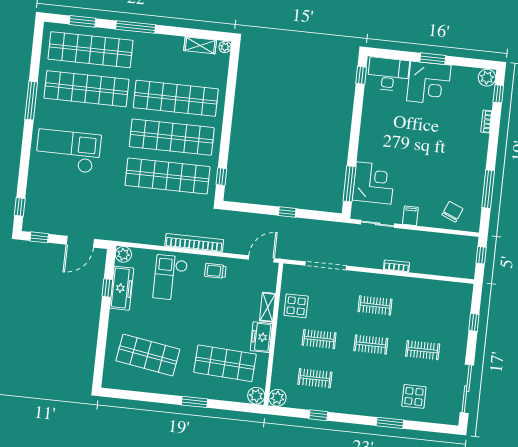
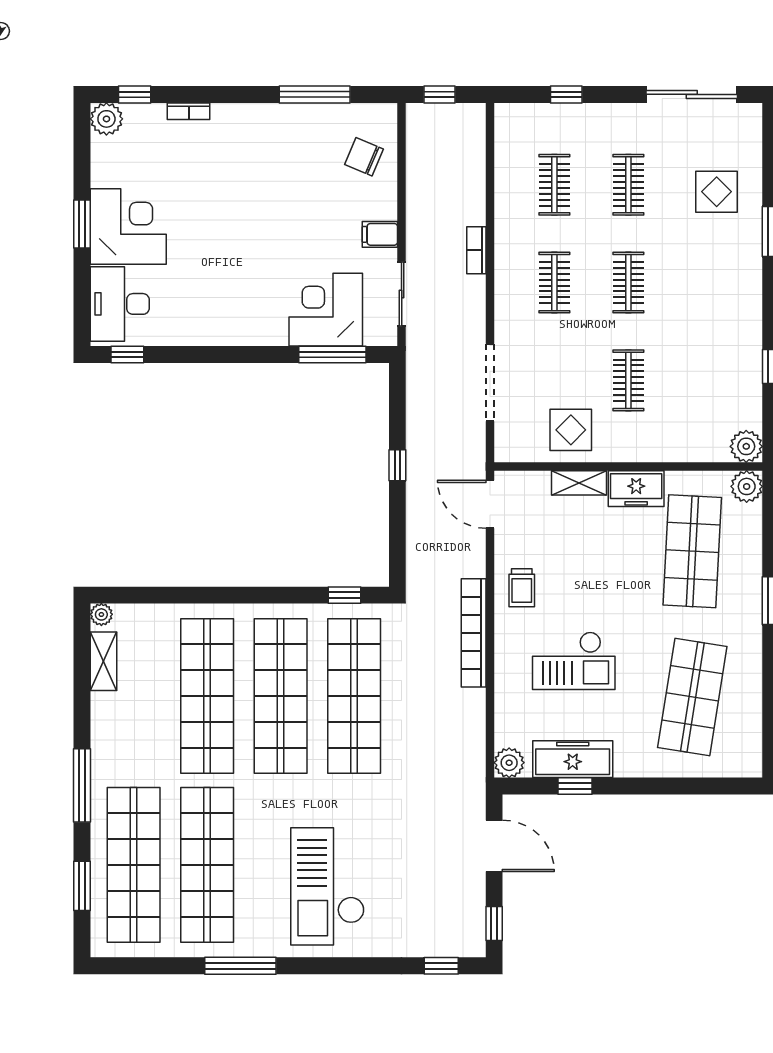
checkout: (170, 278) -> (574, 661), moved
clothes rail: (315, 378) -> (554, 185), moved

